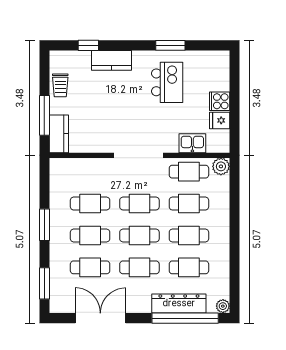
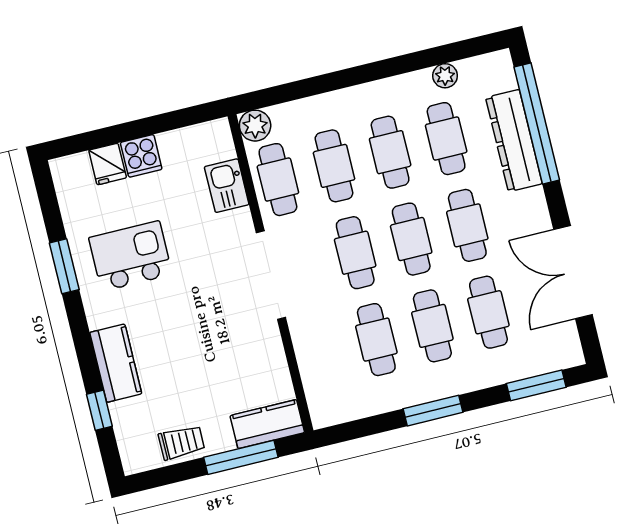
fridge: (220, 120) -> (108, 164), moved
plant: (223, 306) -> (445, 76), moved

